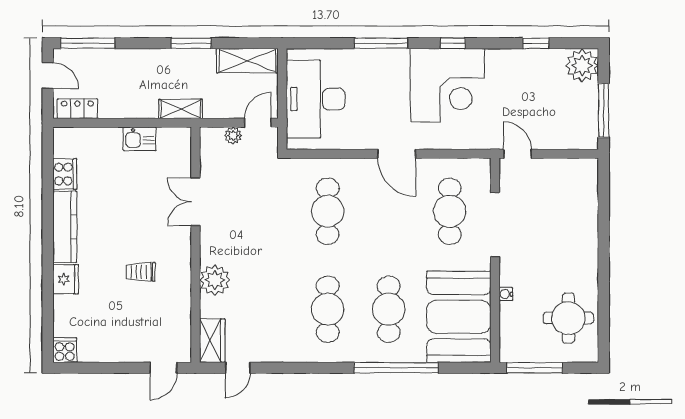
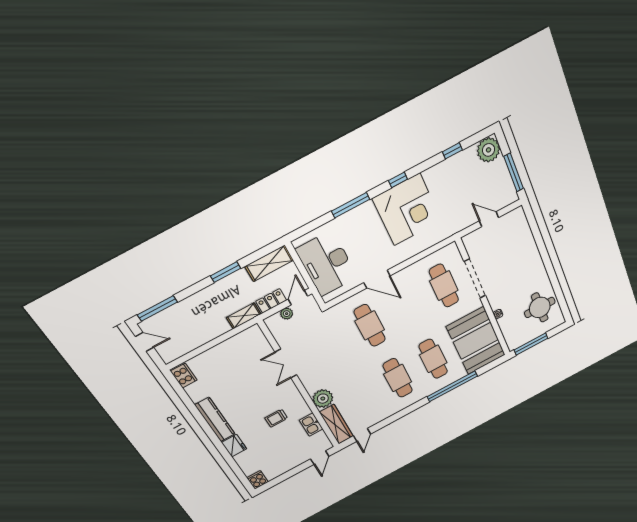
locker: (77, 109) -> (271, 301), moved
kitchen sink: (140, 139) -> (311, 425), moved, turned 90
door: (396, 154) -> (377, 279), moved
door: (518, 154) -> (489, 219), moved
cooker: (65, 174) -> (184, 376), moved
wardrobe: (212, 340) -> (336, 424), width x1.50

